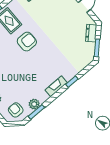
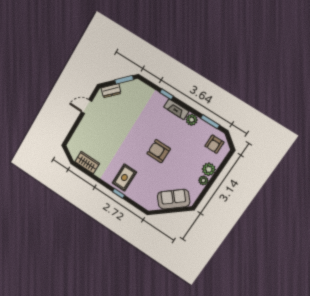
armchair: (27, 42) -> (159, 151), moved
plant: (34, 104) -> (192, 120), moved

